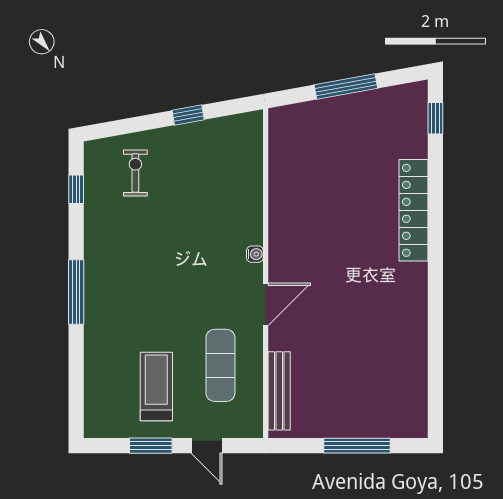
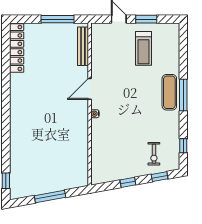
window: (124, 127) -> (160, 177), added
locker: (414, 210) -> (17, 48), moved
exercise mat: (220, 365) -> (169, 92), moved
window: (357, 446) -> (57, 19), moved

